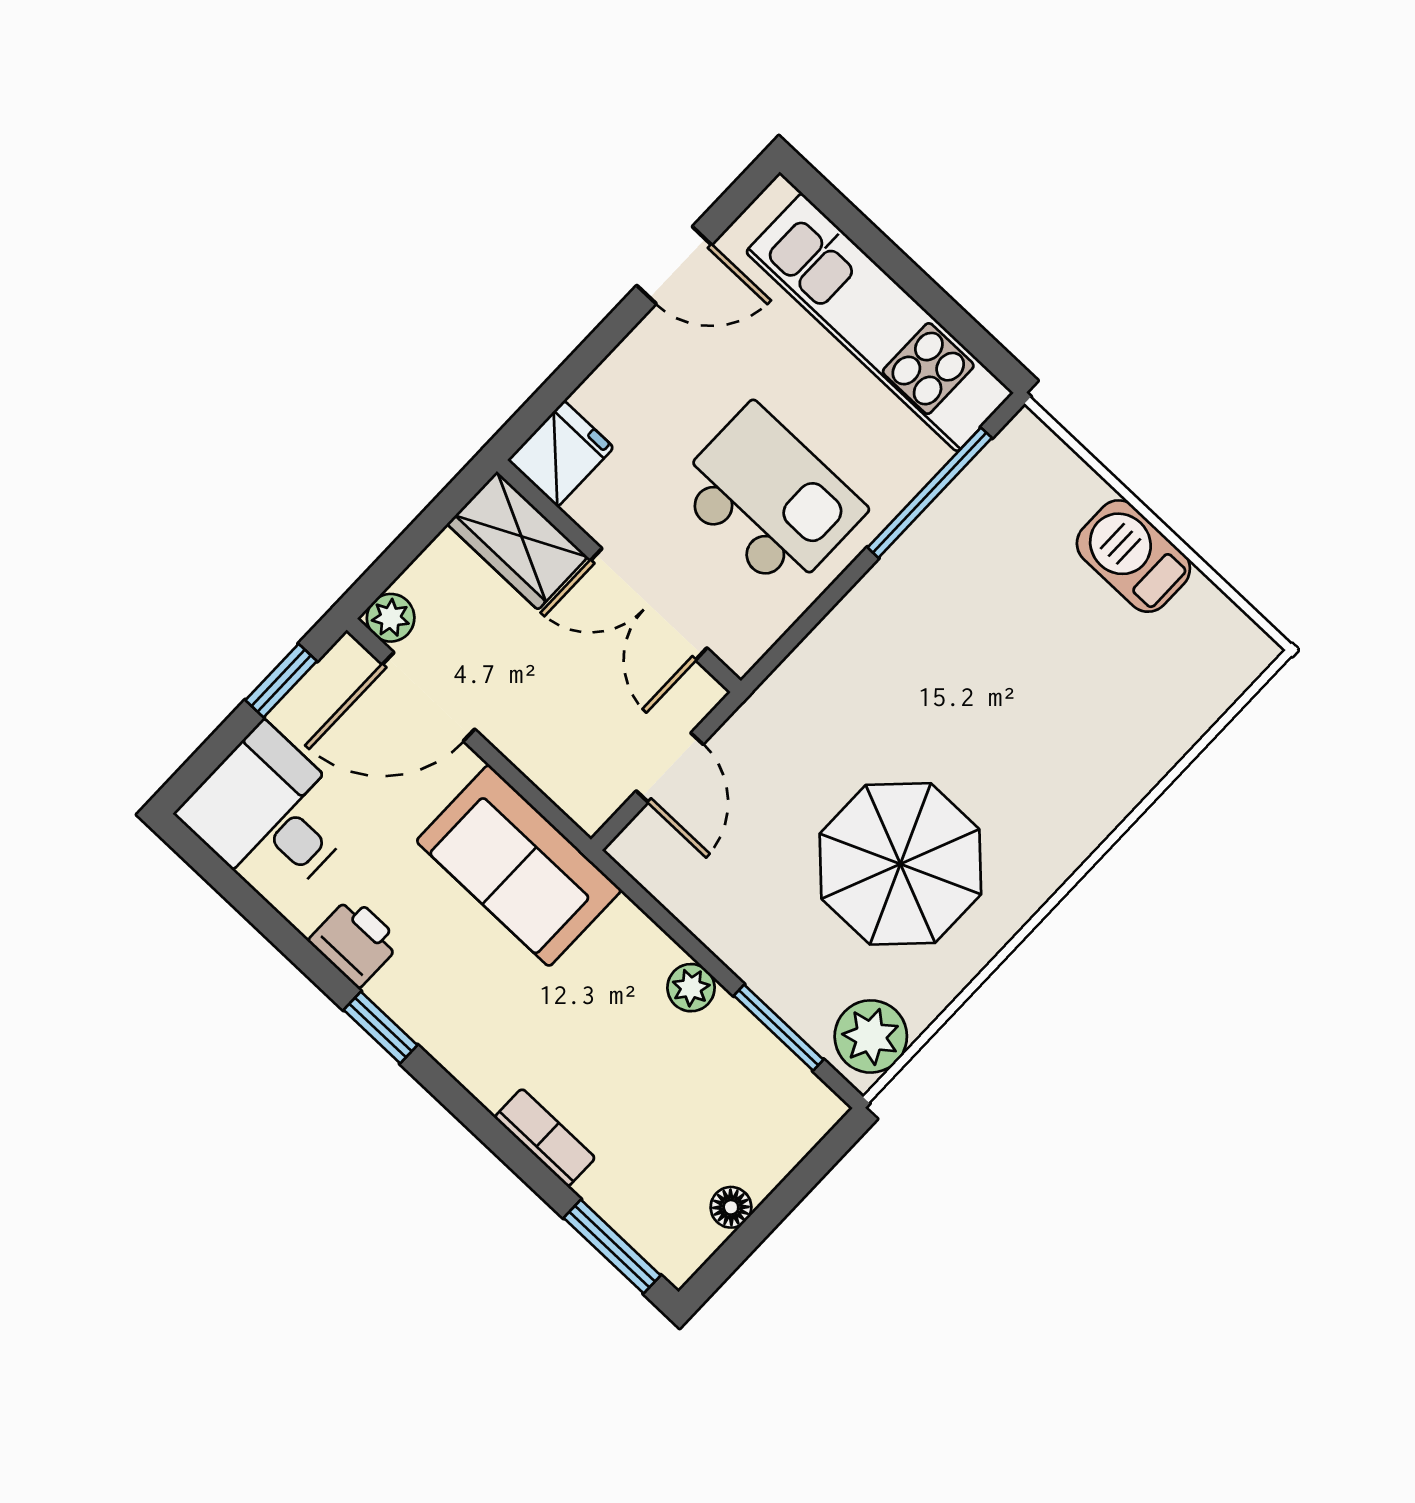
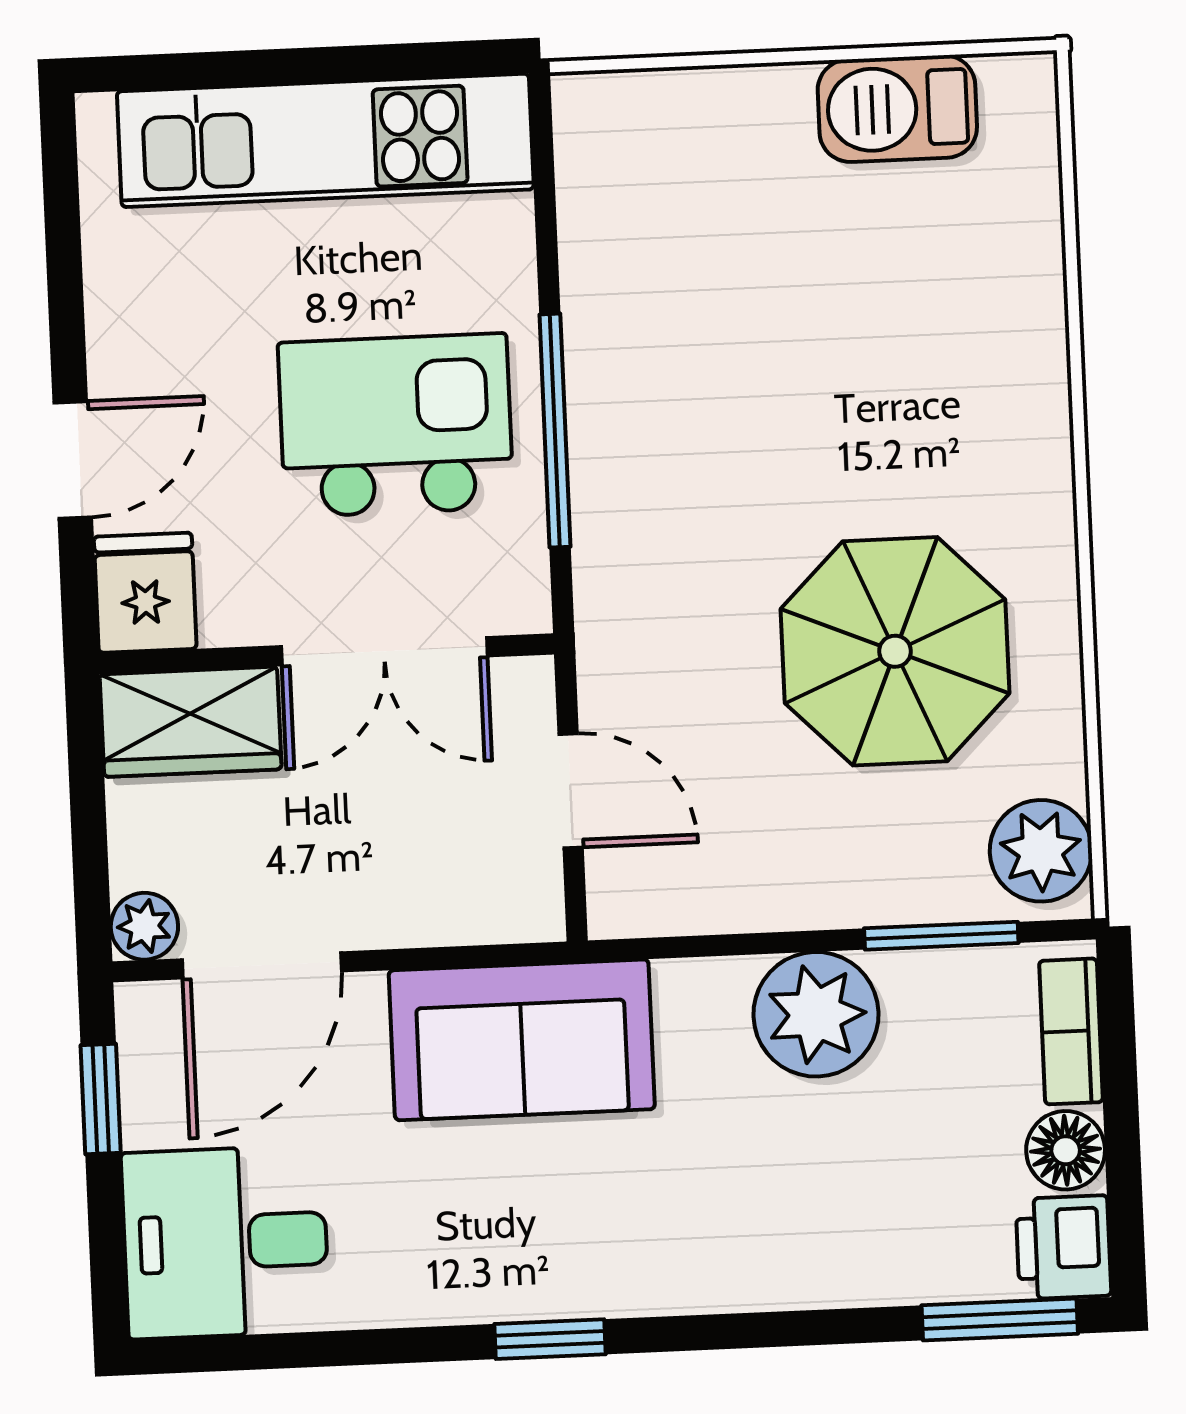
door: (674, 265) -> (73, 460), moved
window: (930, 493) -> (555, 431), moved
barbecue: (1133, 556) -> (897, 109), moved
printer: (355, 942) -> (1063, 1247), moved, turned -90
plant: (691, 988) -> (816, 1014), width x1.88, depth x1.88
bookcase: (545, 1138) -> (1071, 1031), moved, turned -90
floor lamp: (731, 1207) -> (1066, 1150), width x1.37, depth x1.37

